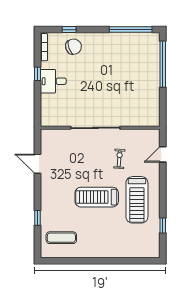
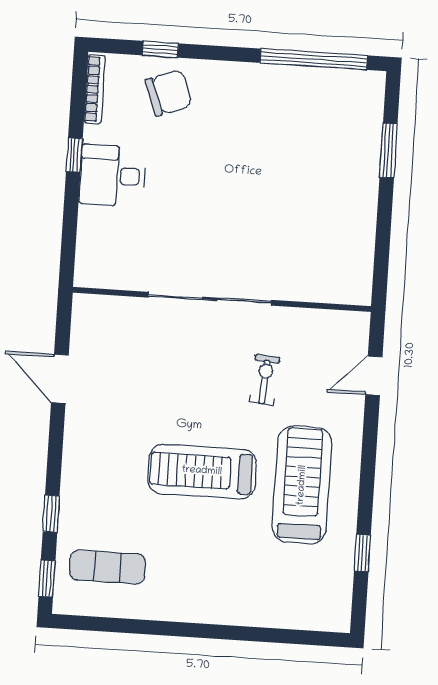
window: (163, 64) -> (388, 150), width x0.47
treadmill: (137, 200) -> (302, 485), turned 180
window: (37, 244) -> (47, 579), added

